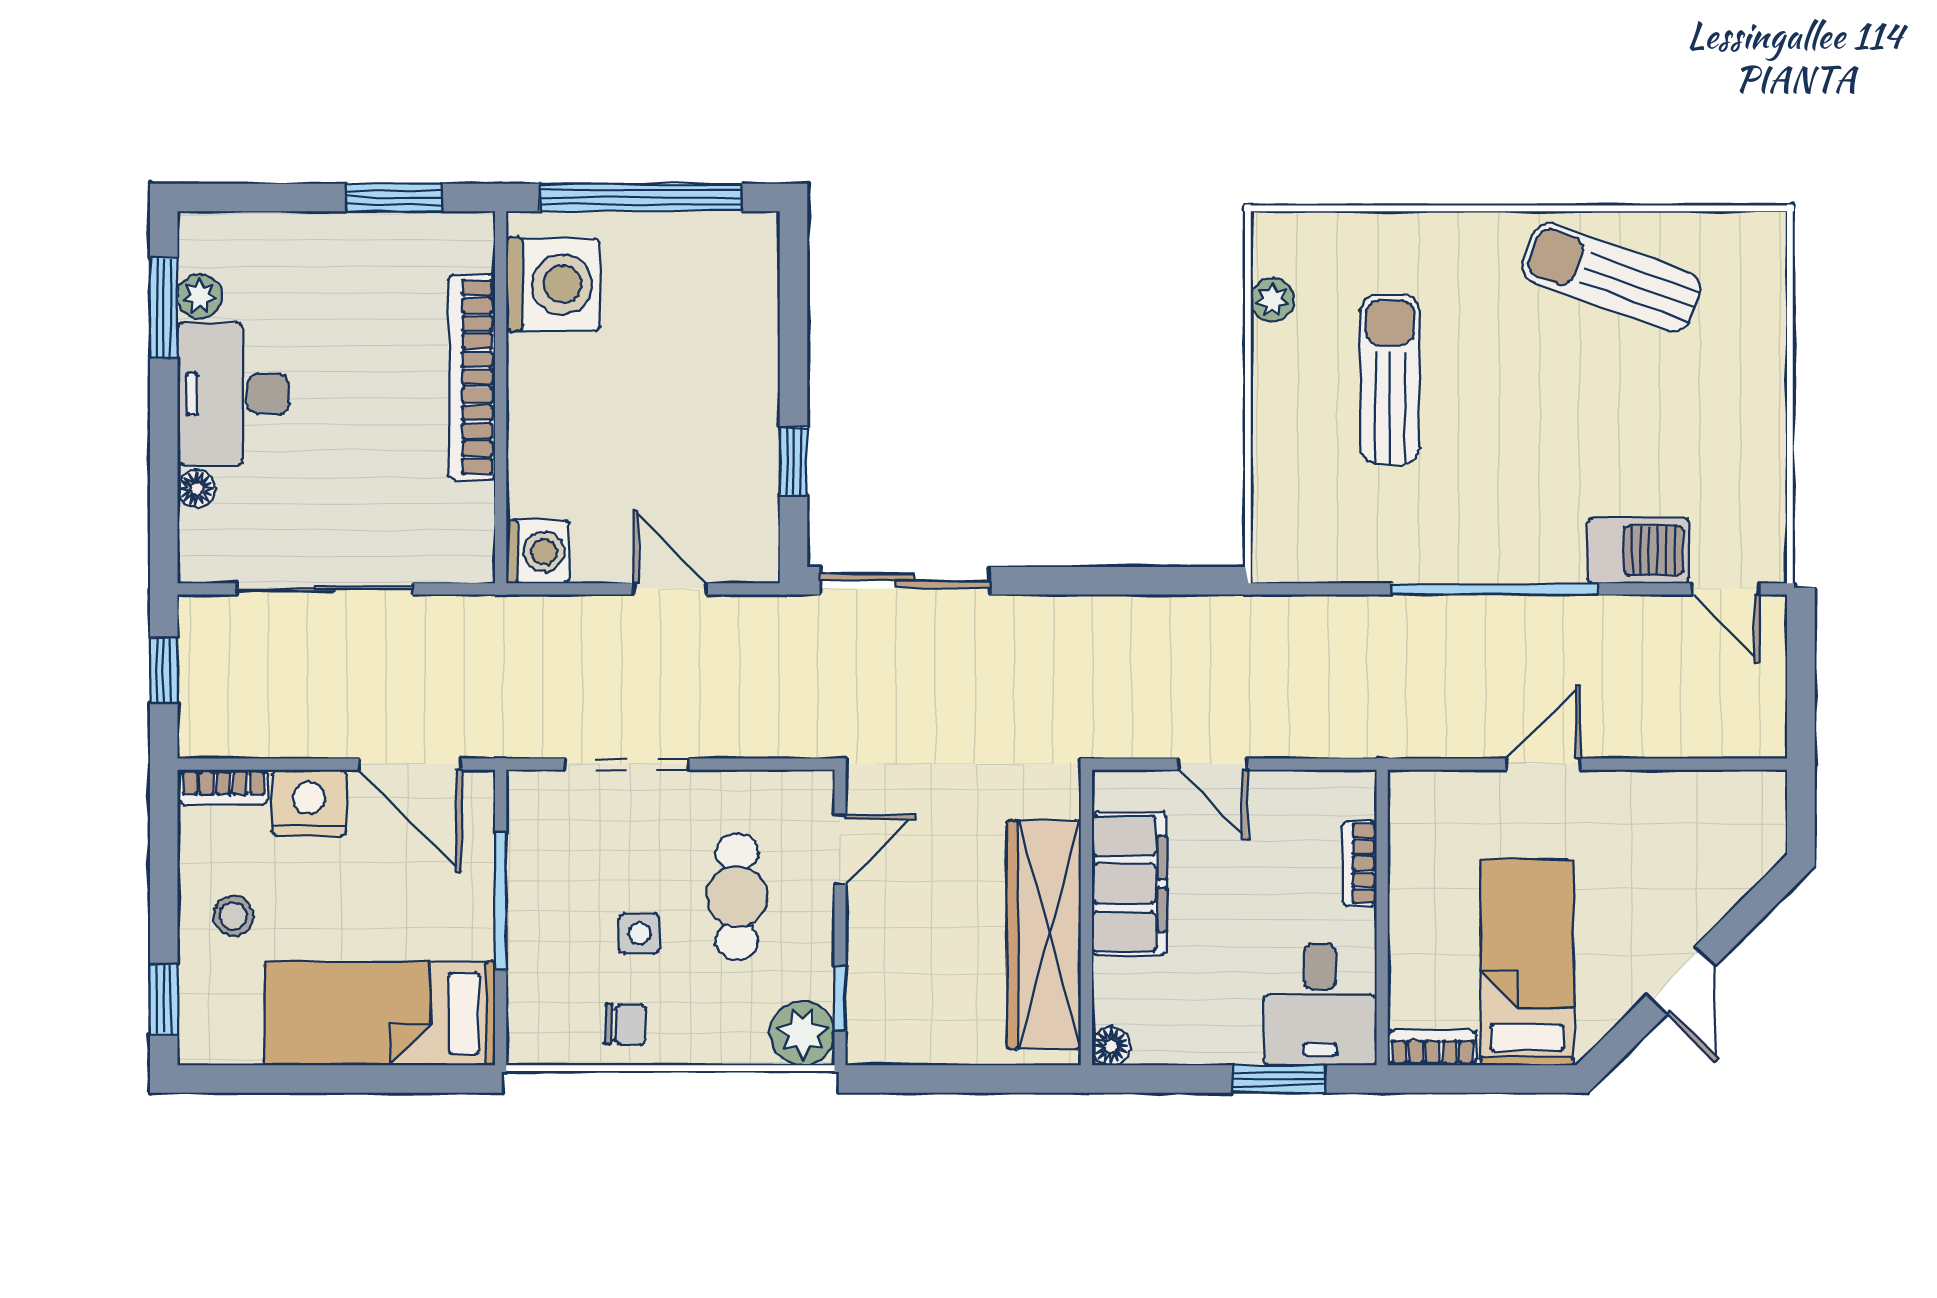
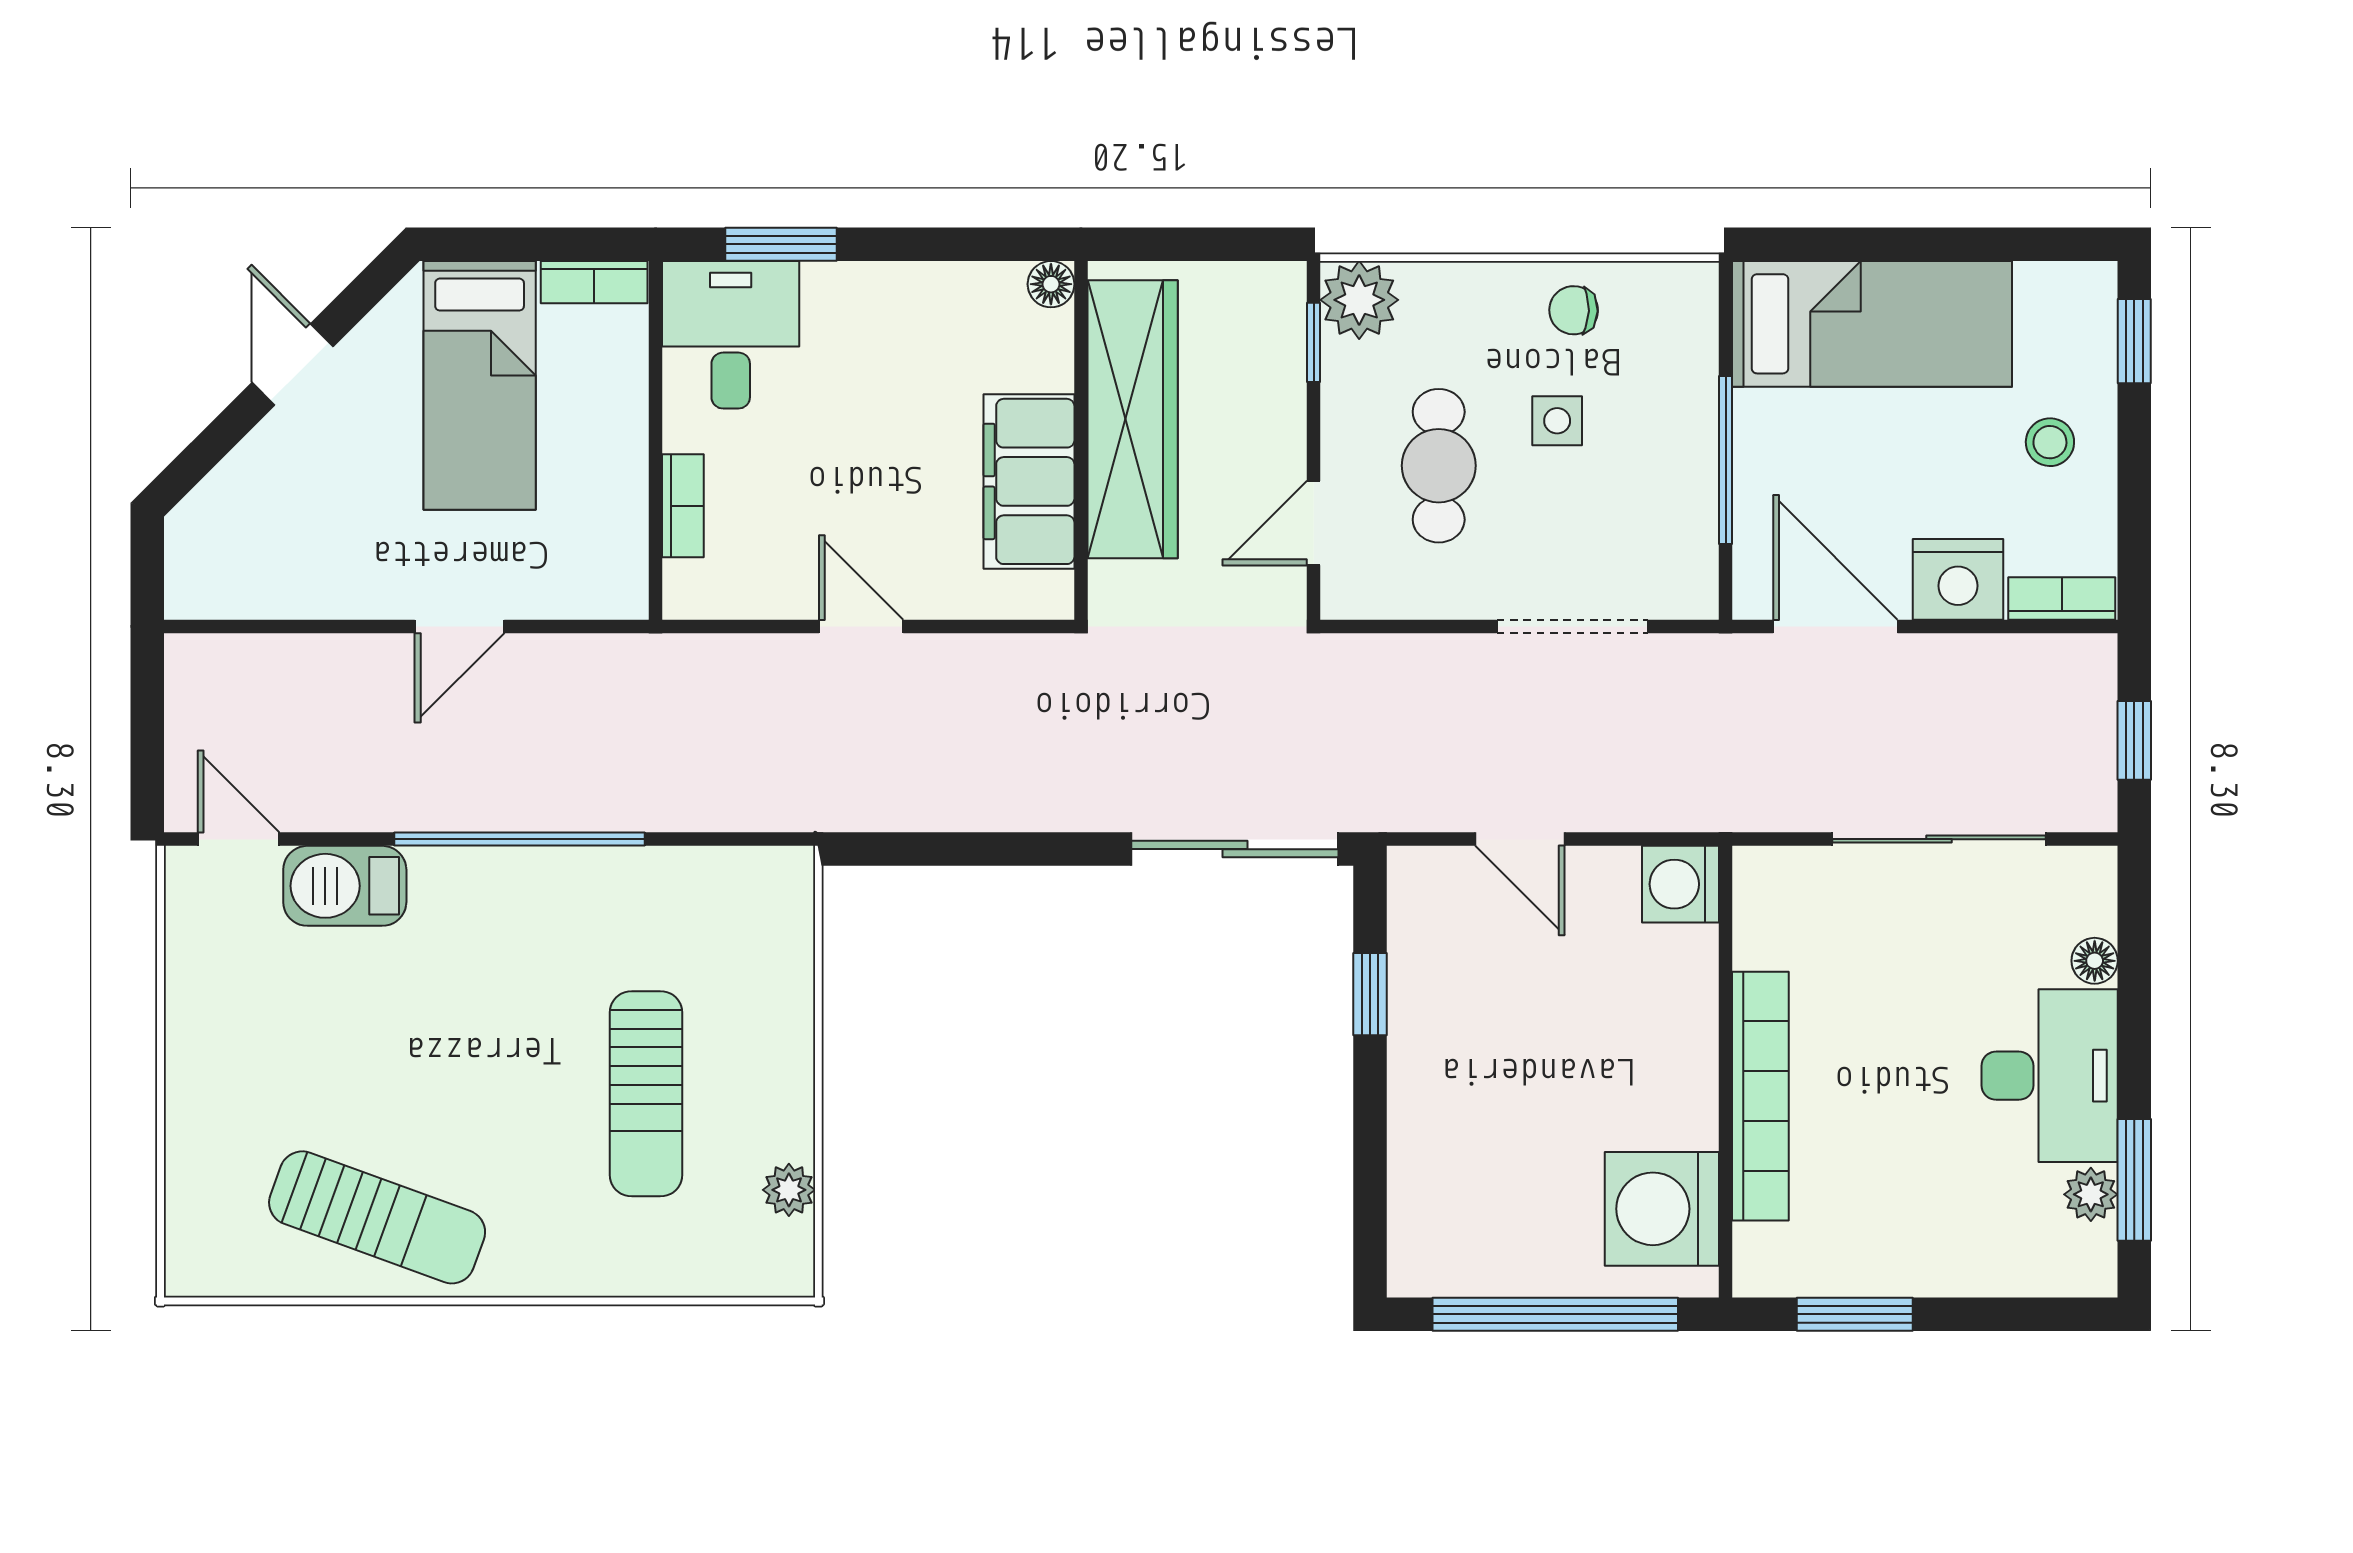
filing cabinet: (1129, 884) -> (1029, 481), moved
wall: (1086, 917) -> (1081, 440), moved
wardrobe: (1044, 935) -> (1133, 419), moved
floor lamp: (1111, 1046) -> (1051, 284), moved

